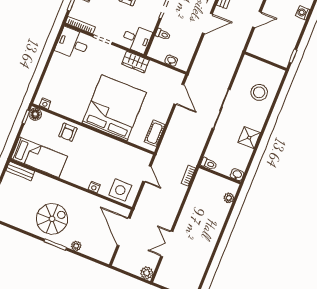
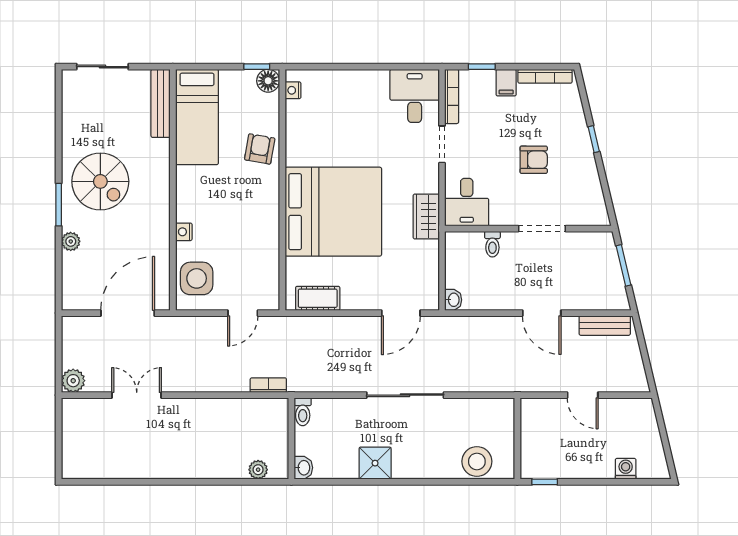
washbasin: (171, 61) -> (453, 300), moved
stool: (259, 92) -> (477, 461), moved
armchair: (68, 132) -> (260, 149), turned 100
bench: (20, 171) -> (161, 103), width x1.36

